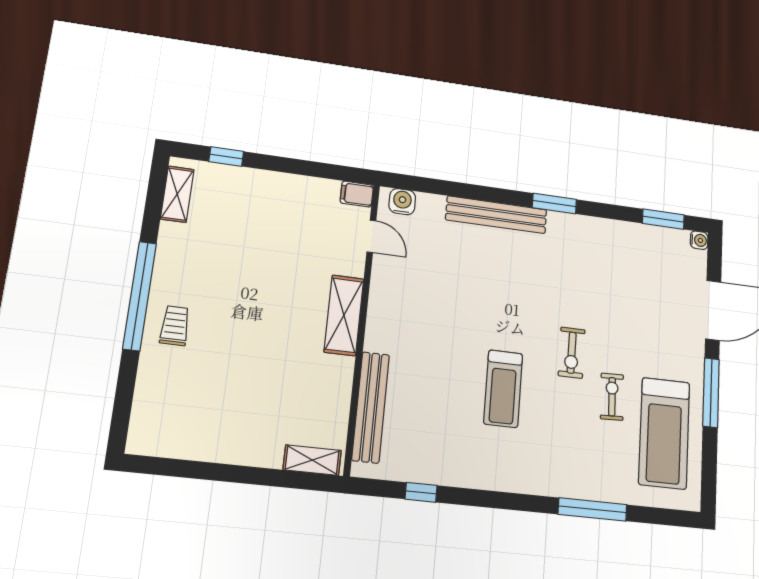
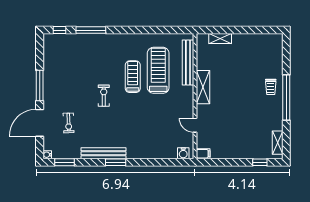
bench: (496, 215) -> (104, 153), moved
door: (371, 236) -> (195, 125), moved
shelving: (344, 315) -> (203, 87), moved
exercise bike: (612, 397) -> (69, 123), moved
treadmill: (664, 433) -> (158, 70), moved
shelving: (312, 460) -> (220, 39), moved
window: (421, 492) -> (60, 30), moved

